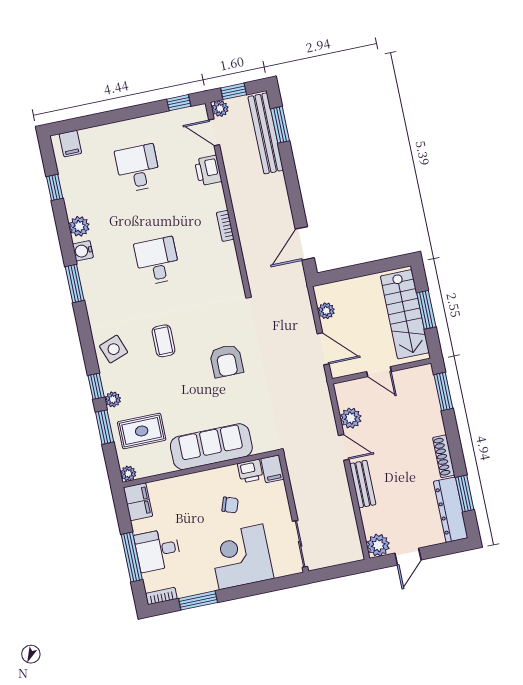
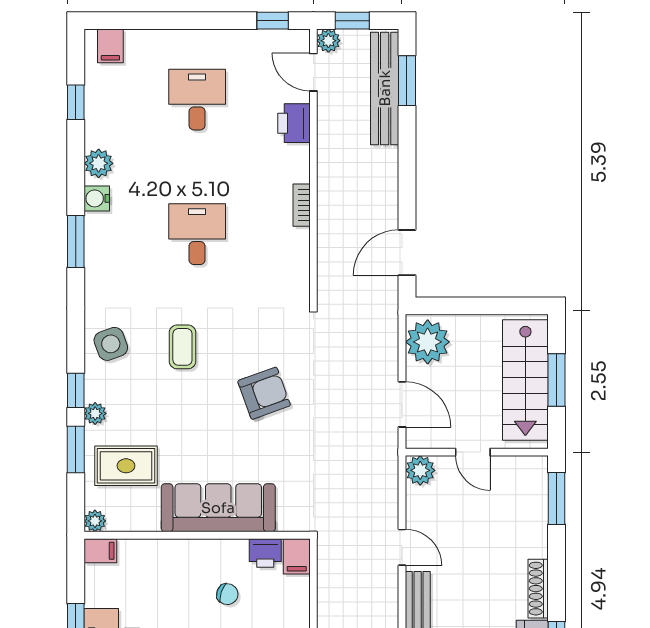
plant: (326, 311) -> (428, 342), width x1.87, depth x1.87
armchair: (226, 361) -> (264, 393), turned -110
plant: (351, 418) -> (420, 470), moved
filing cabinet: (138, 502) -> (100, 551), width x0.50

